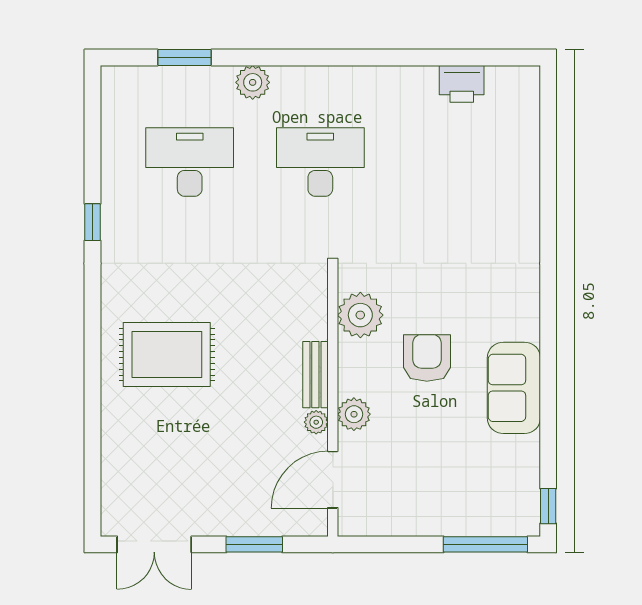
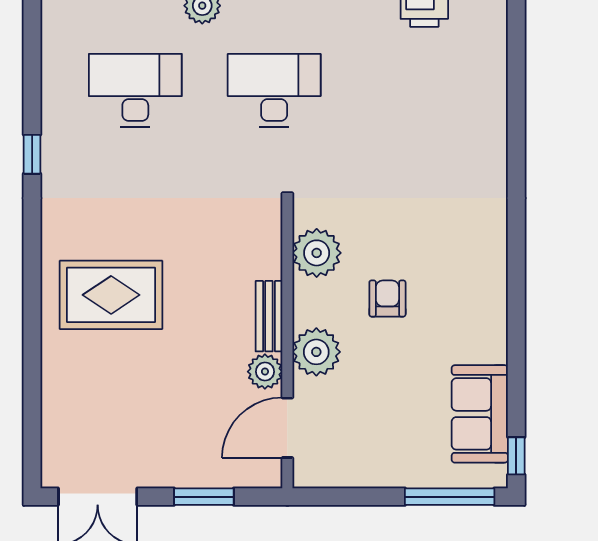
armchair: (427, 358) -> (387, 298), width x0.72, depth x0.72
sofa: (514, 388) -> (480, 414), moved
plant: (354, 414) -> (316, 352), width x1.36, depth x1.36
plant: (316, 422) -> (265, 372), width x1.38, depth x1.38

